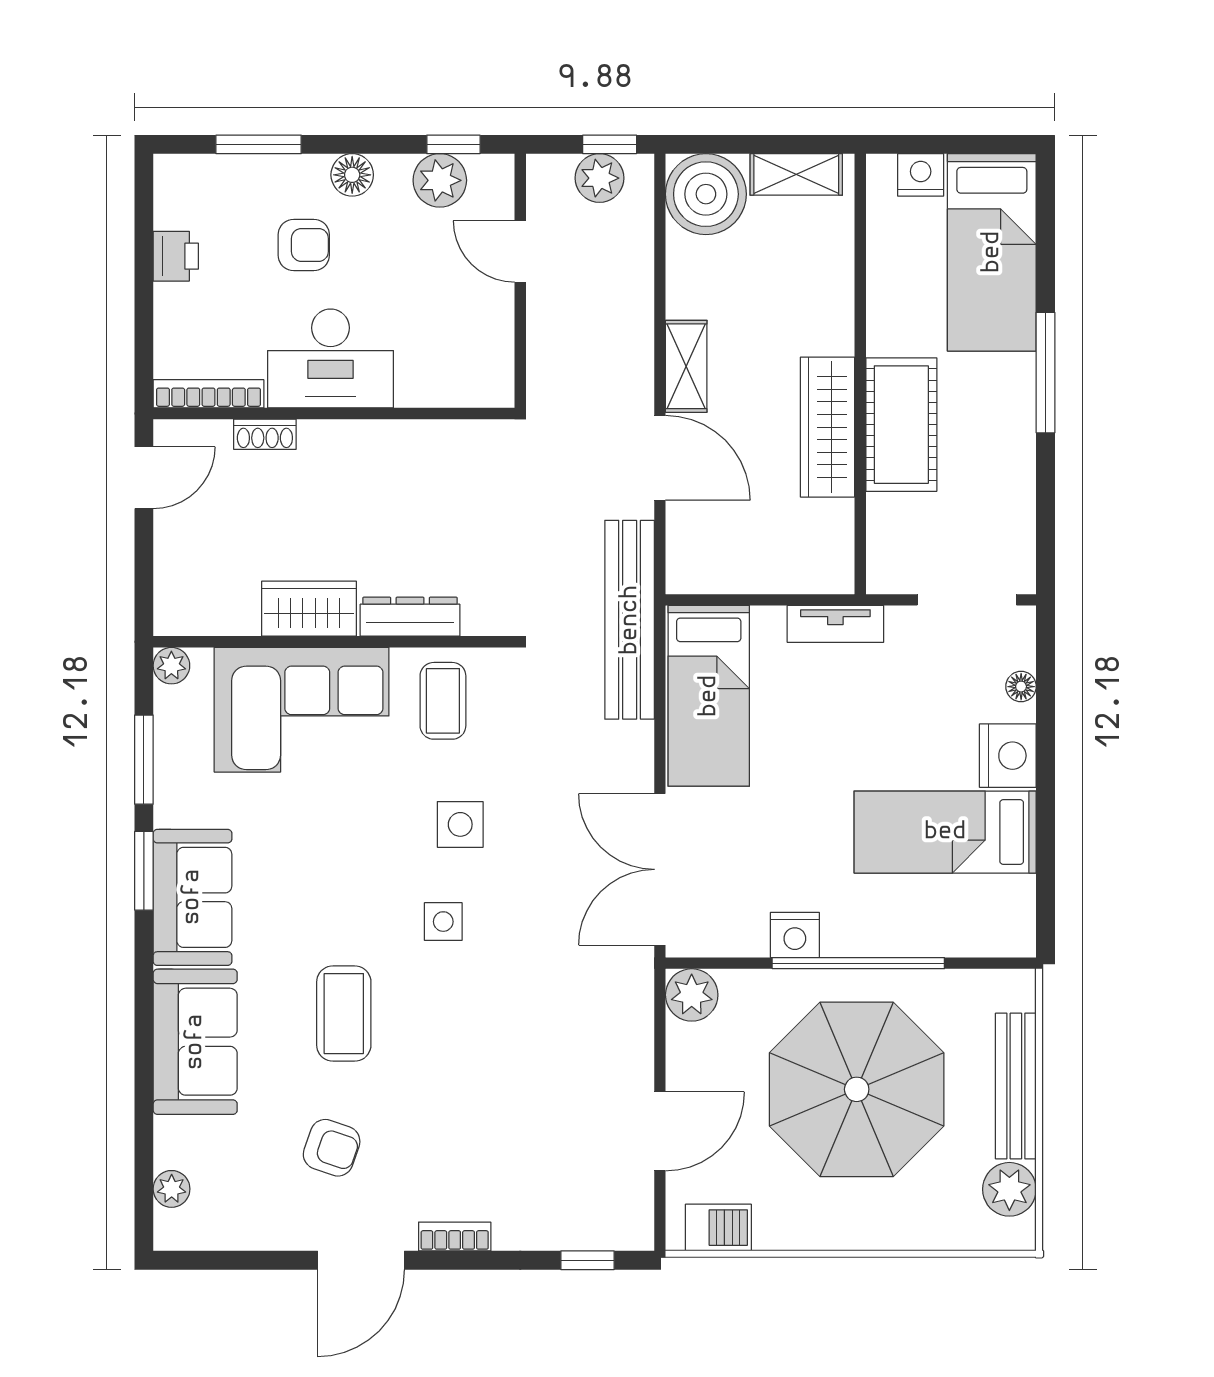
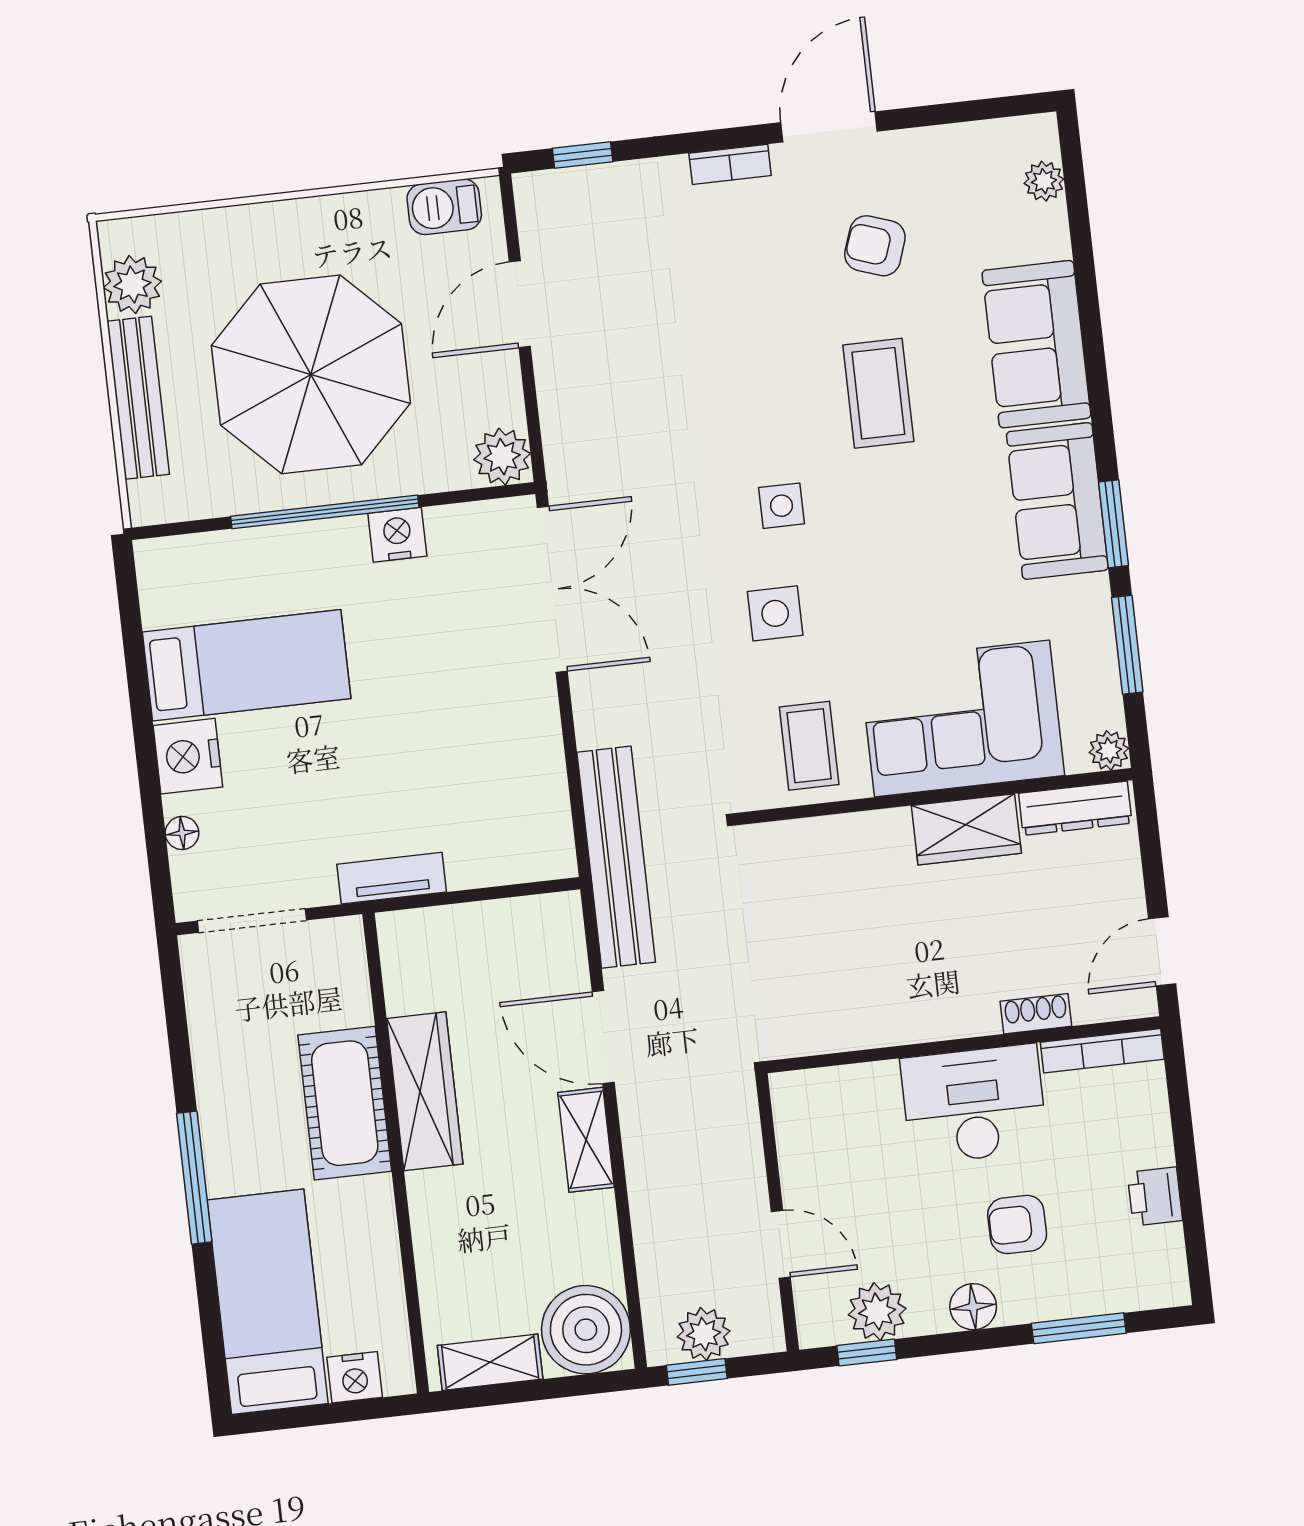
dresser: (410, 617) -> (1075, 808), moved
bed: (709, 696) -> (521, 784), removed

